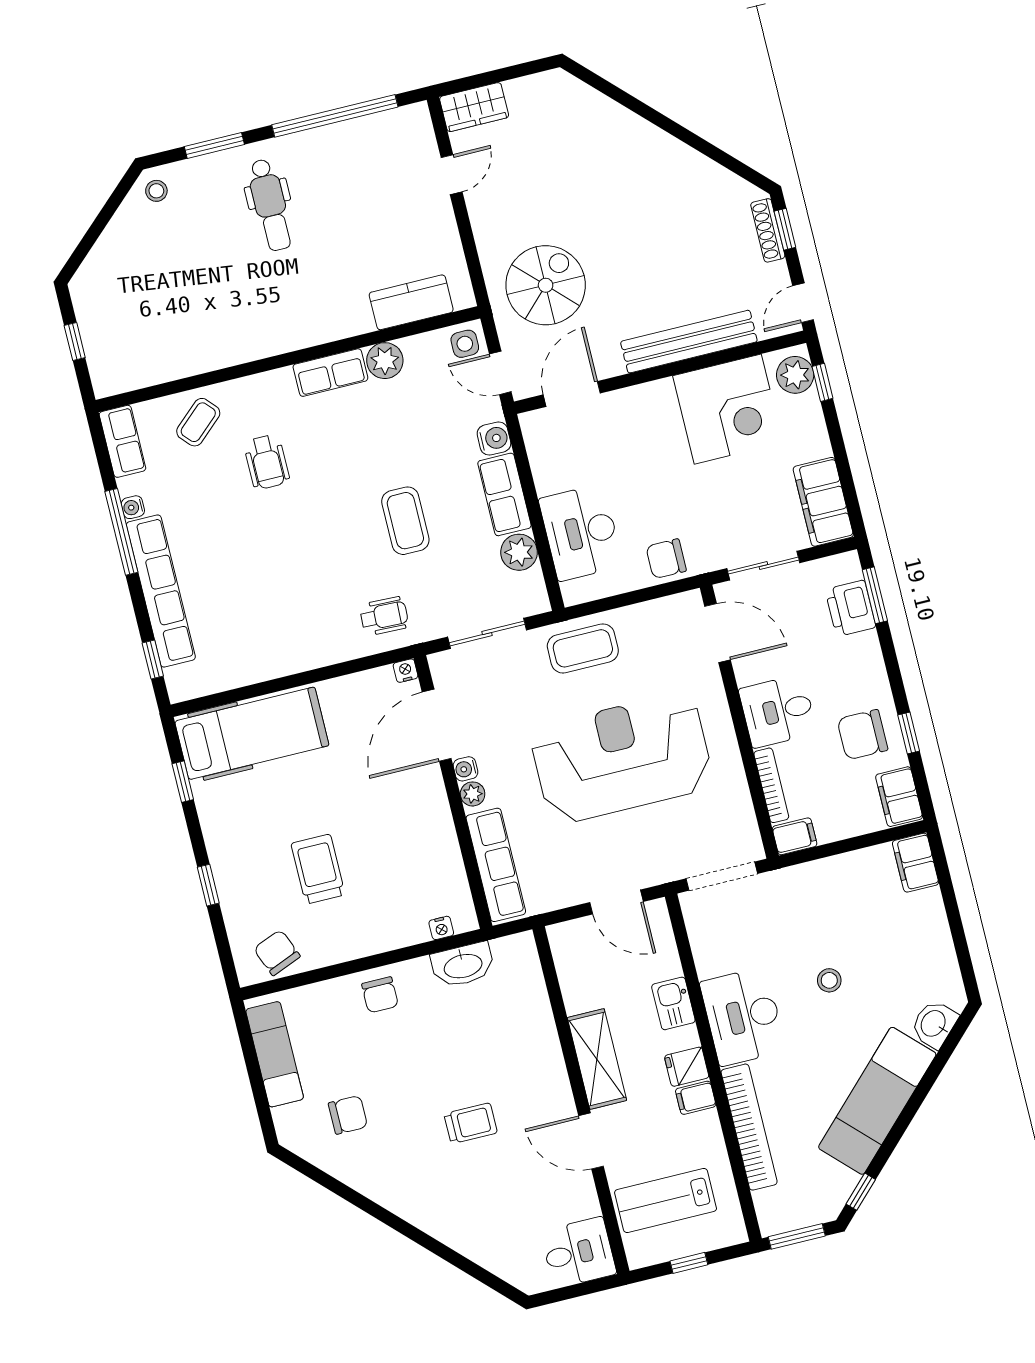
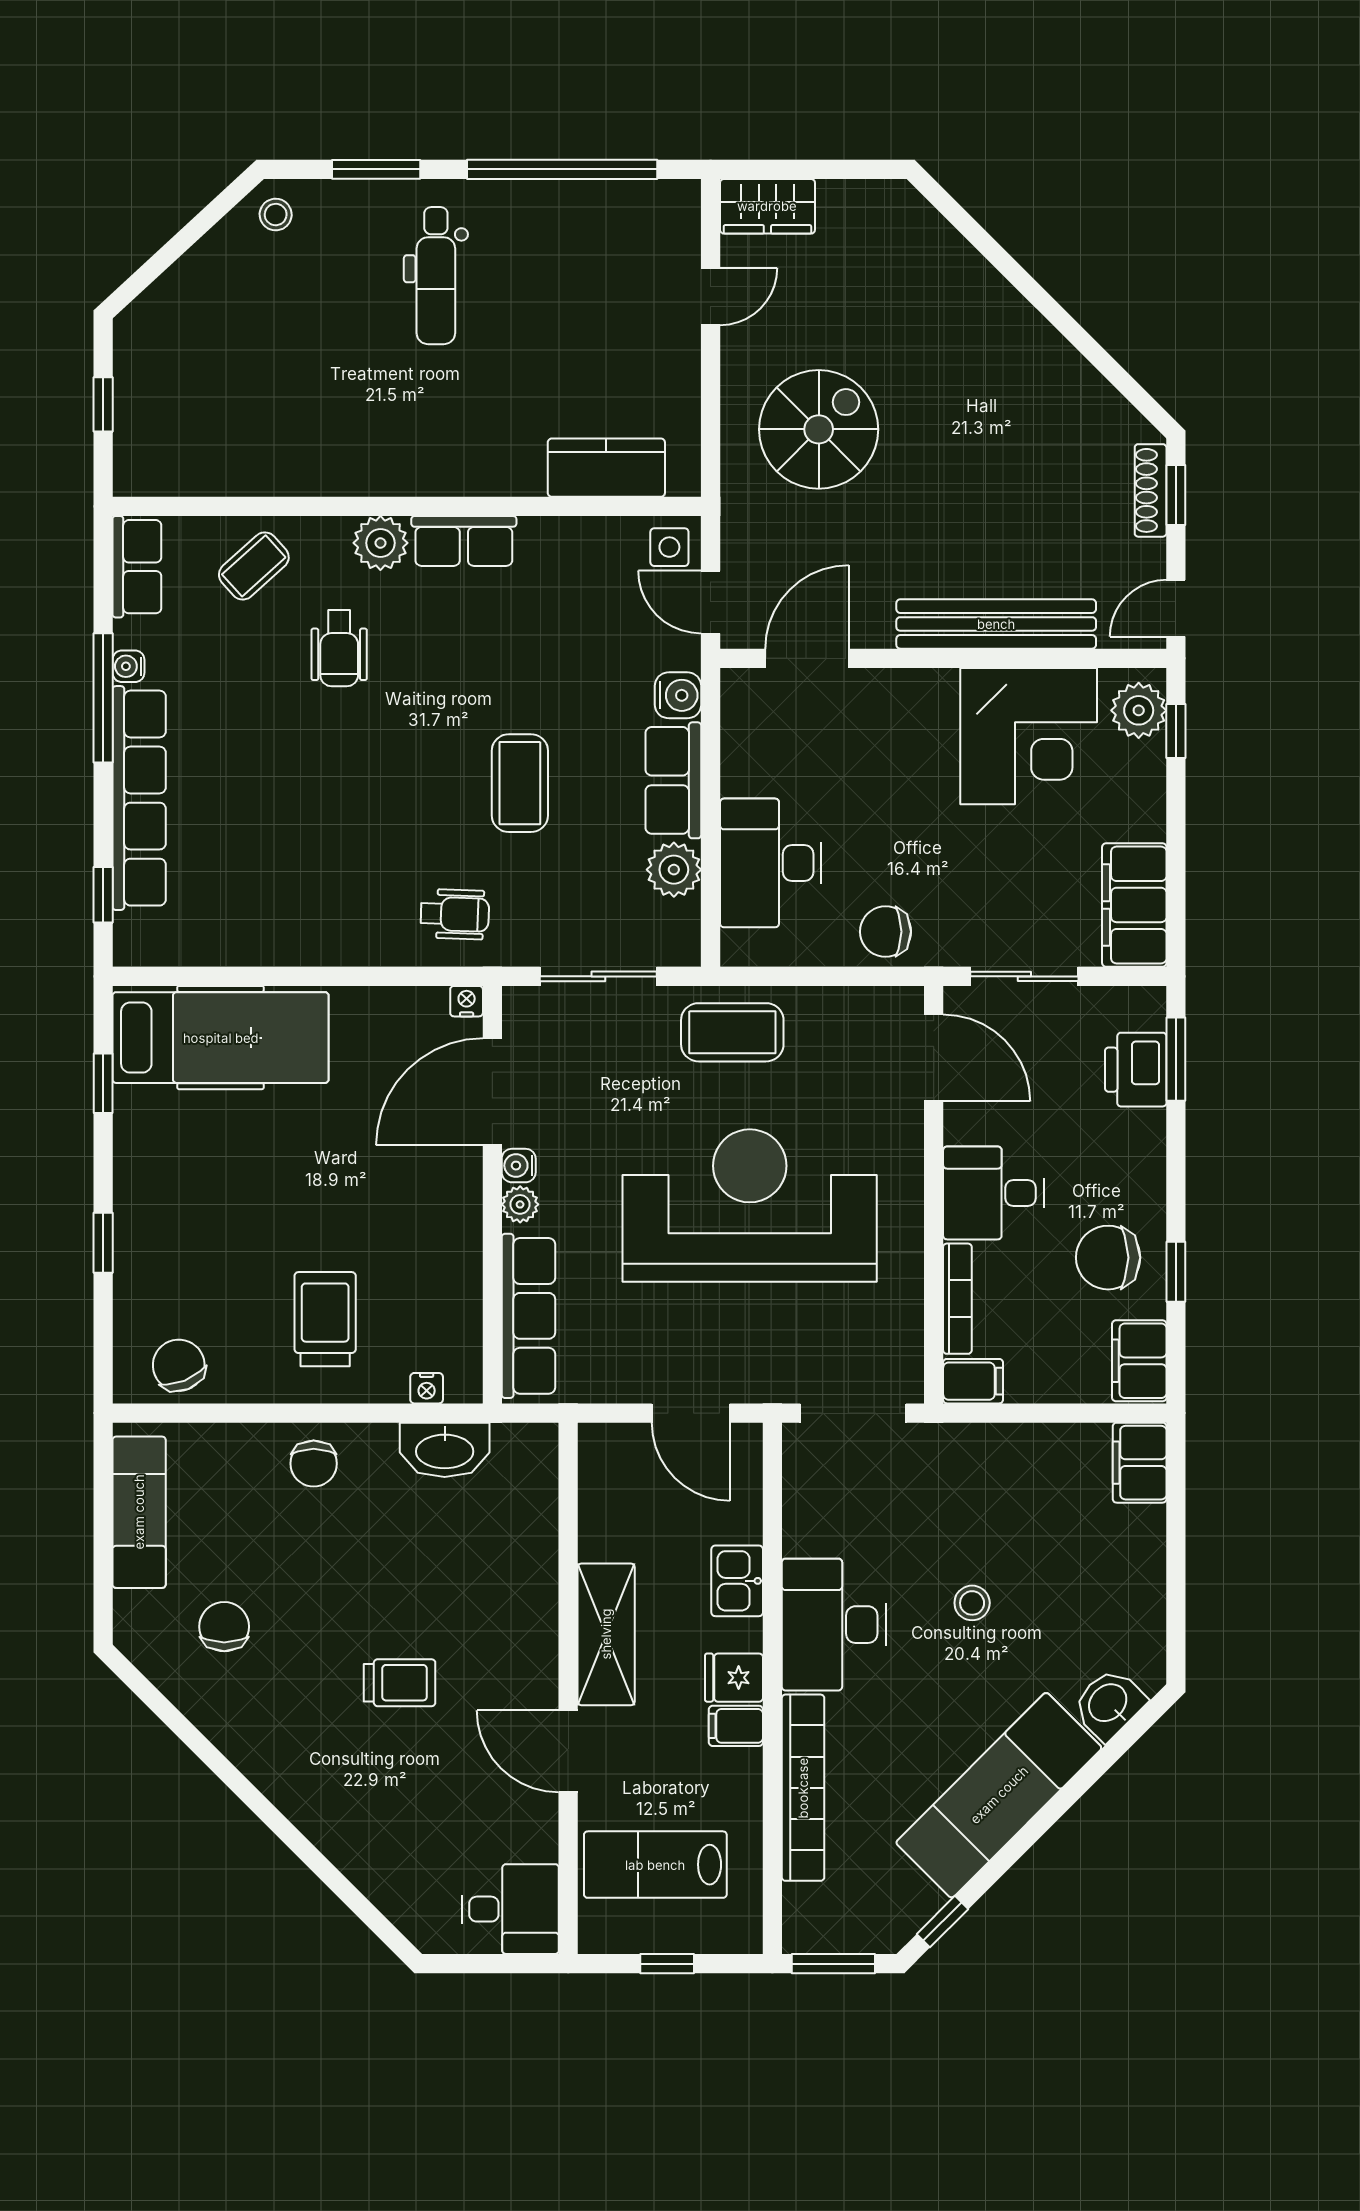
spiral stairs: (546, 285) -> (819, 429), moved
plant: (385, 361) -> (380, 543), moved
trolley: (318, 869) -> (325, 1319), moved
chair: (348, 1115) -> (224, 1627), turned -90

